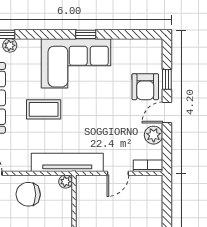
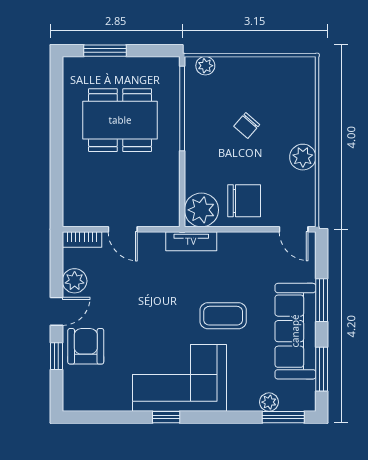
tv unit: (67, 162) -> (191, 241), width x0.52, depth x0.78
door: (118, 173) -> (123, 229), swing flipped
plant: (66, 182) -> (201, 210), width x1.88, depth x1.88

